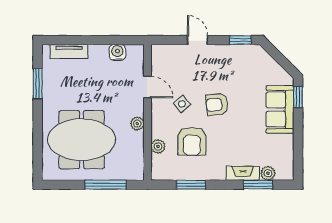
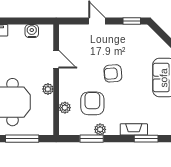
side table: (182, 104) -> (84, 73), removed
armchair: (192, 141) -> (92, 103), turned 180
plant: (268, 173) -> (100, 129), moved

